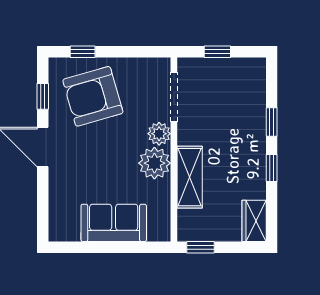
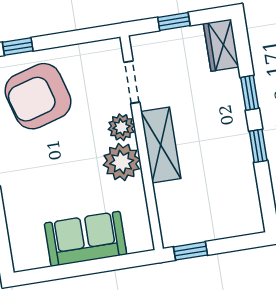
doorway: (174, 97) -> (132, 82), width x0.73
shelving: (190, 177) -> (161, 145), moved
wardrobe: (254, 221) -> (221, 45), moved

